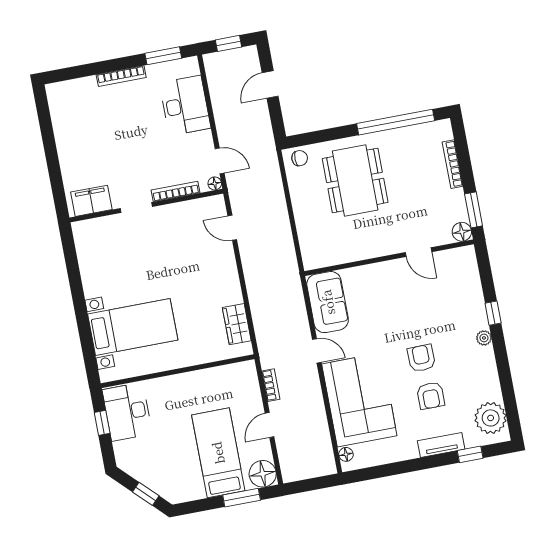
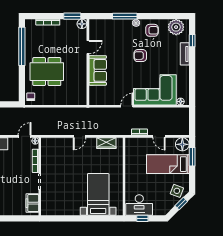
door: (232, 228) -> (79, 136), moved
sofa: (328, 302) -> (98, 70), moved, turned 90
window: (493, 313) -> (125, 16), width x2.17
armchair: (431, 396) -> (152, 30), moved
side table: (169, 480) -> (177, 191), added

